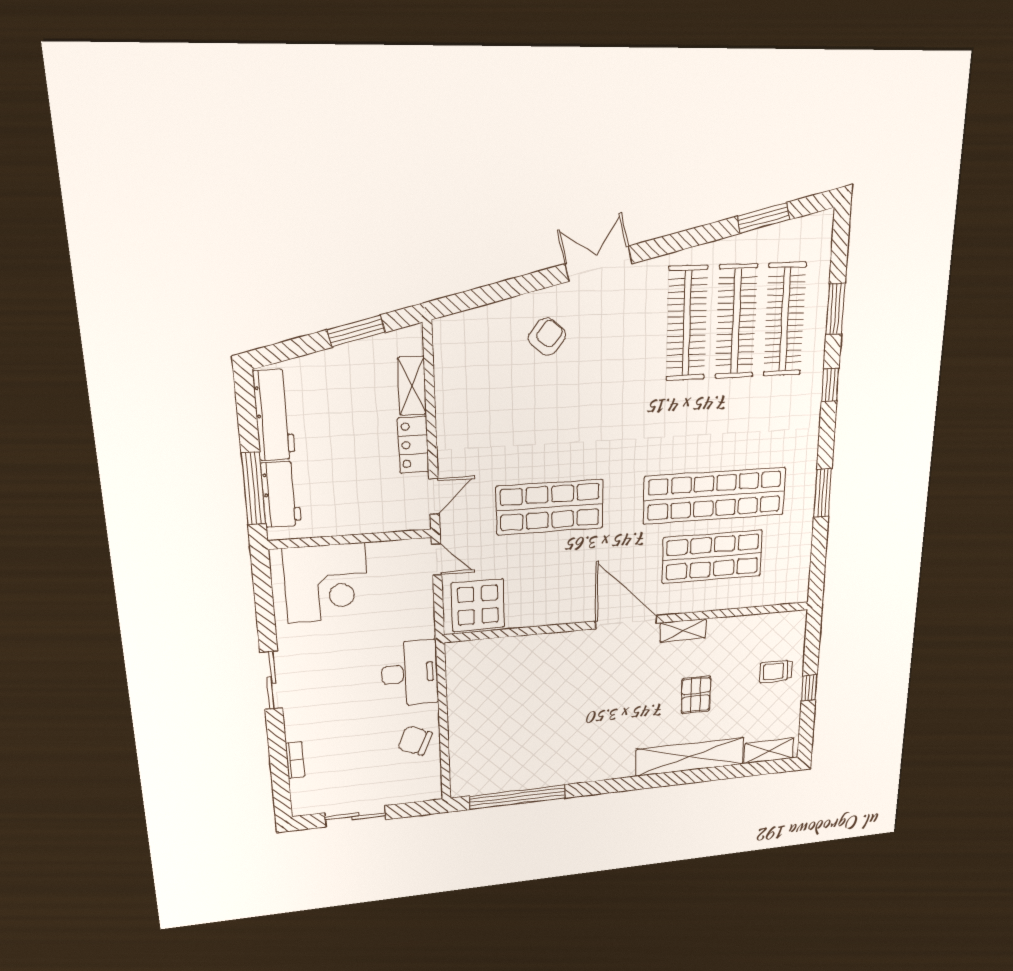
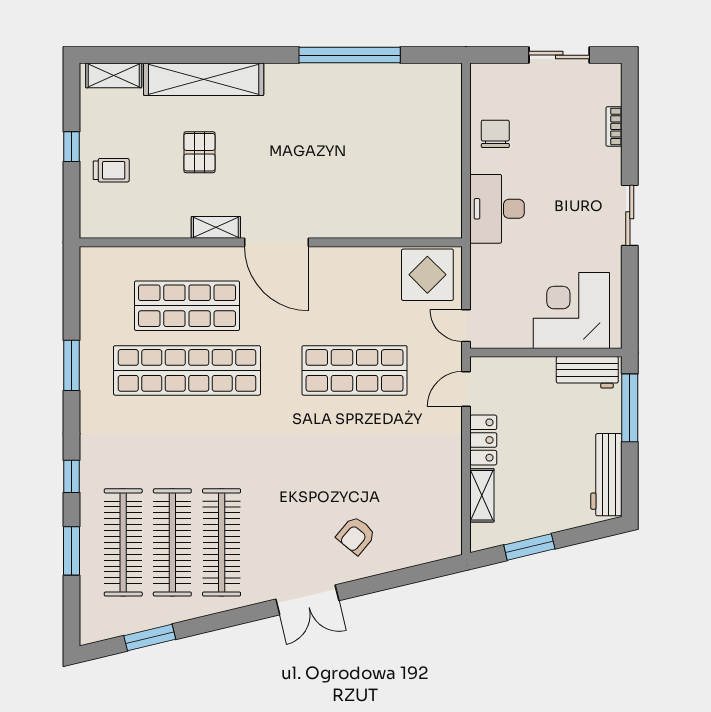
workbench: (281, 494) -> (587, 372), moved, turned -90
chair: (415, 741) -> (495, 134), turned -114
window: (517, 797) -> (350, 55), moved

